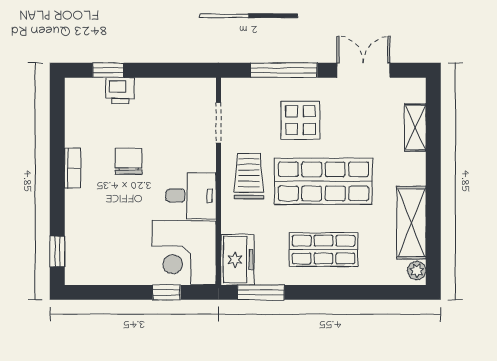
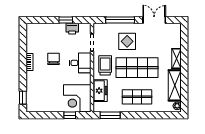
window: (108, 70) -> (66, 20), moved
printer: (120, 91) -> (72, 29), moved
shelving: (415, 127) -> (176, 59), moved
desk: (191, 196) -> (80, 63), moved
freezer: (237, 260) -> (100, 91), moved

